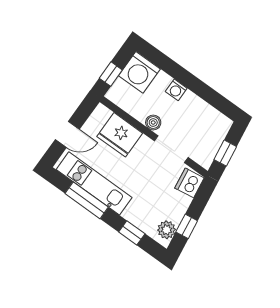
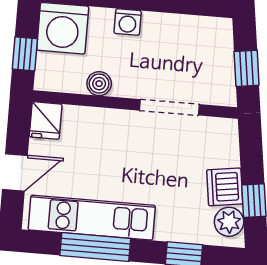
boiler: (153, 123) -> (99, 84), moved
fridge: (120, 135) -> (46, 121), moved, width x0.53, depth x0.75
dishwasher: (189, 183) -> (225, 187), moved

